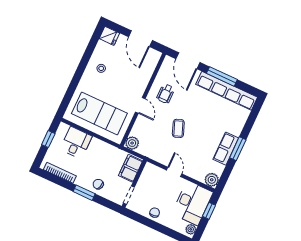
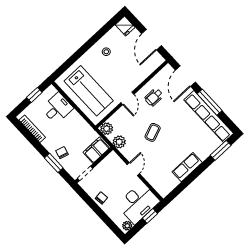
window: (238, 149) -> (221, 150), moved
plant: (212, 180) -> (119, 142), moved
window: (84, 193) -> (54, 163), moved

